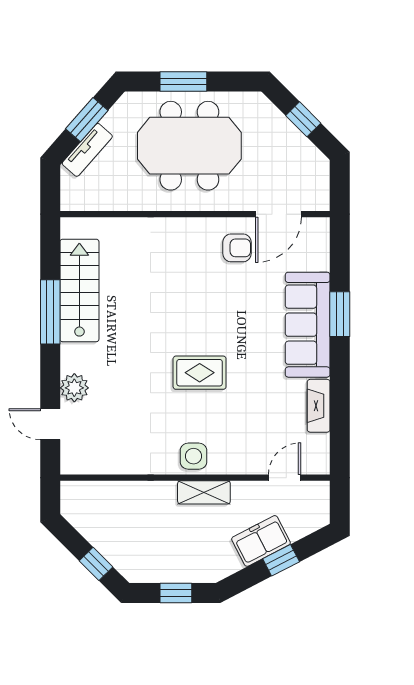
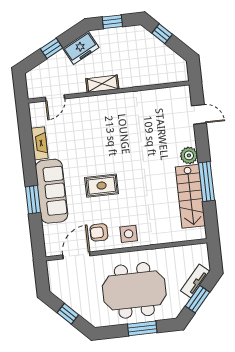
rug: (200, 373) -> (102, 186), moved
plant: (74, 388) -> (189, 155), moved
side table: (194, 456) -> (129, 234), moved
freezer: (261, 541) -> (81, 48), moved

